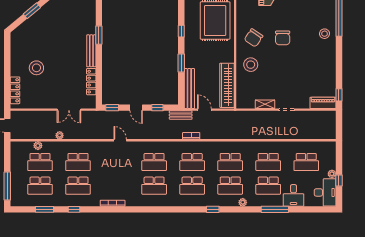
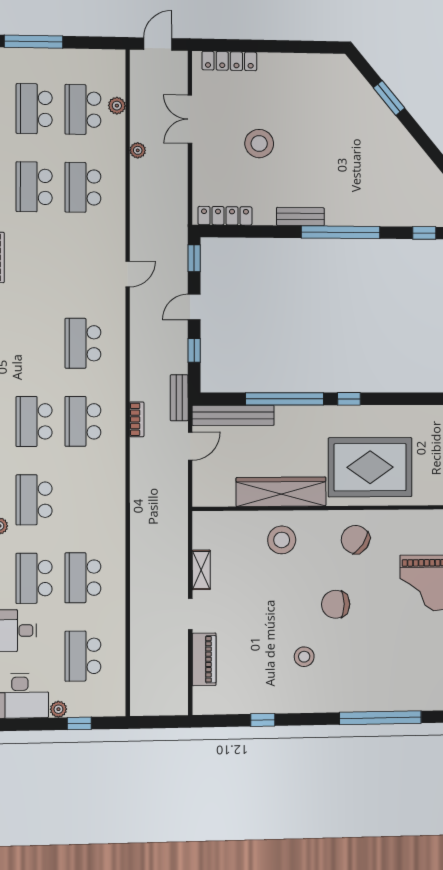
stool: (325, 34) -> (304, 657), moved
window: (99, 35) -> (341, 232), width x2.11
chair: (254, 38) -> (355, 539), moved
bench: (91, 51) -> (300, 217), width x0.73
window: (181, 63) -> (285, 399), width x2.11
stool: (36, 68) -> (259, 144), moved
locker: (91, 82) -> (225, 216), moved
wardrobe: (227, 85) -> (281, 492), moved
window: (339, 95) -> (263, 720), moved
piano: (323, 103) -> (204, 659), moved
double door: (69, 110) -> (190, 119), moved
school desk: (230, 162) -> (83, 499), removed
window: (339, 181) -> (79, 723), moved
school desk: (154, 186) -> (34, 343), removed

